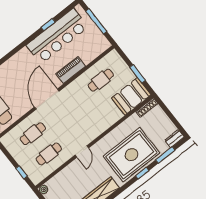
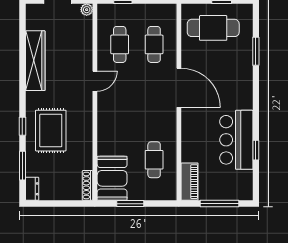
bar counter: (57, 36) -> (236, 140), width x0.73
piano: (71, 70) -> (190, 182), moved
door: (82, 152) -> (95, 81), swing flipped
rug: (131, 155) -> (51, 131), width x0.73, depth x0.69

